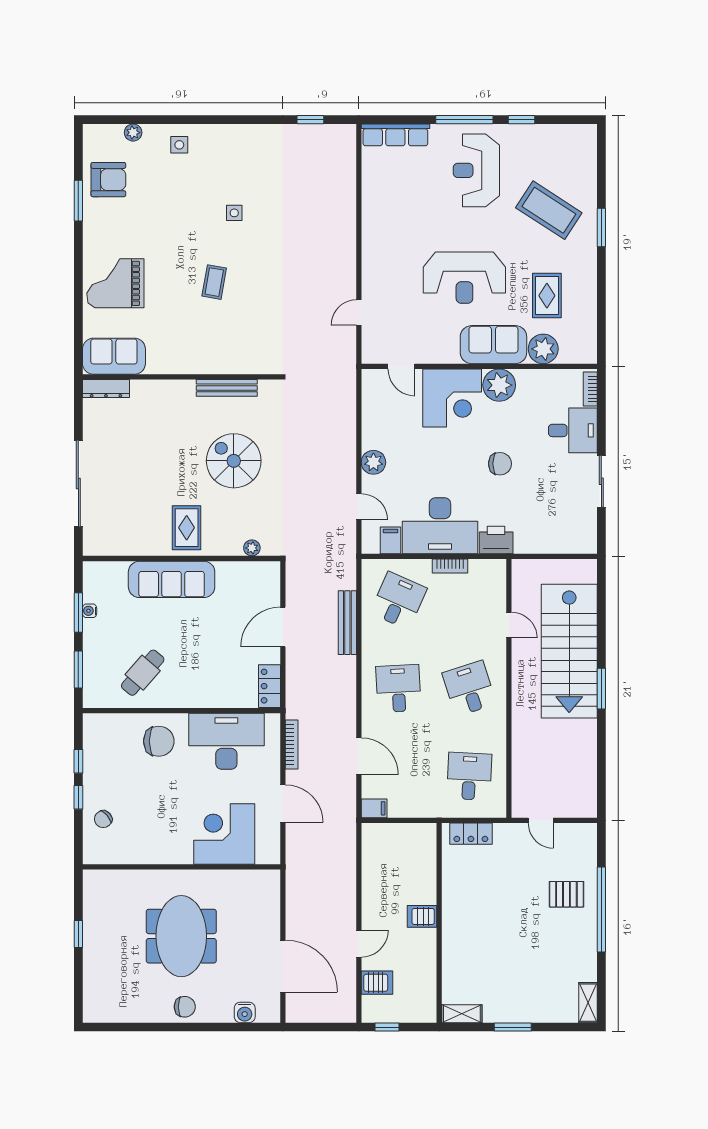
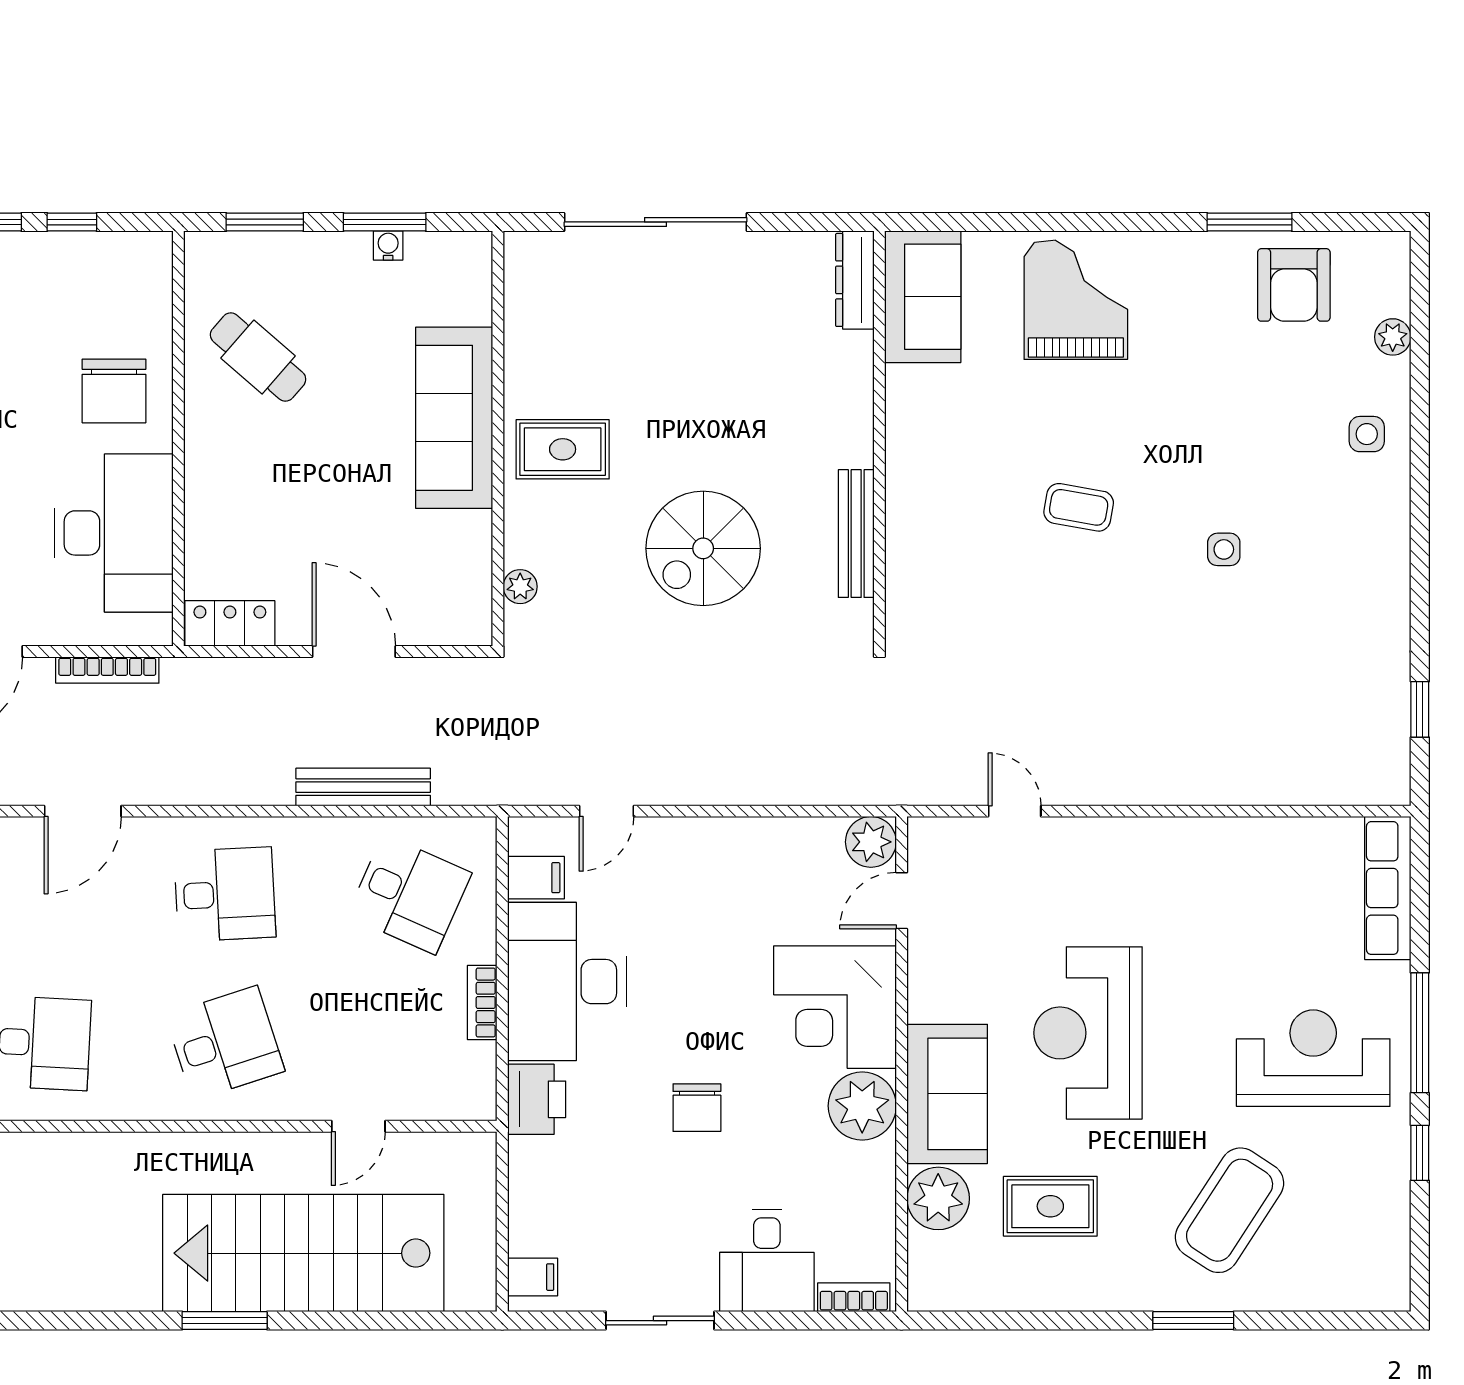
spiral stairs: (234, 461) -> (703, 548), turned 180
plant: (373, 462) -> (871, 842), moved
filing cabinet: (581, 542) -> (533, 1277), added

